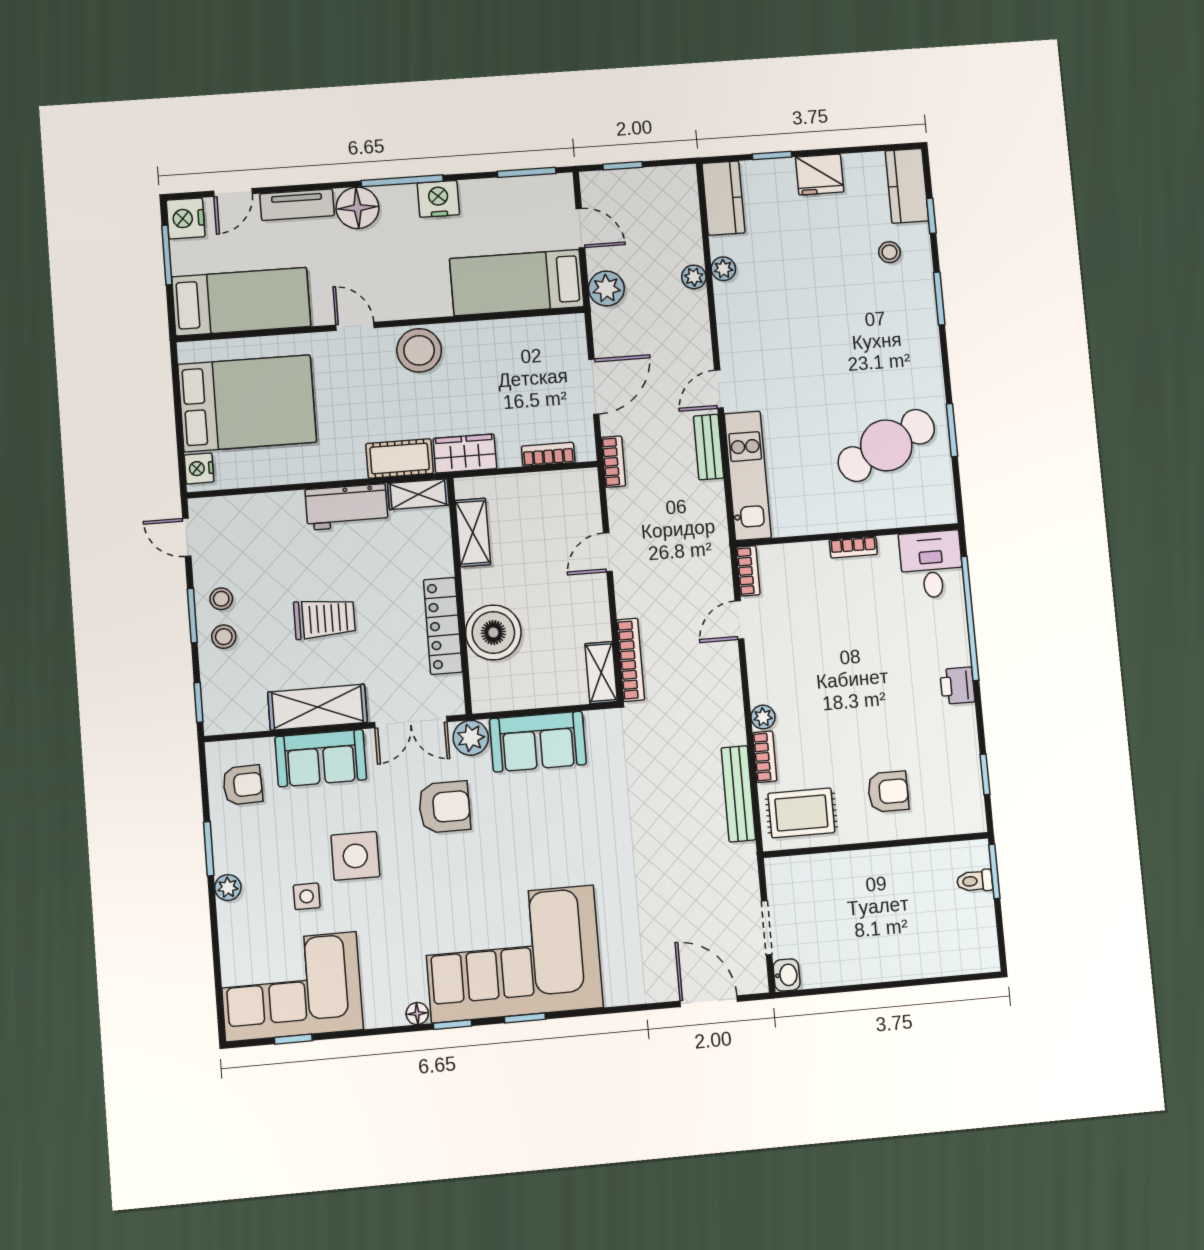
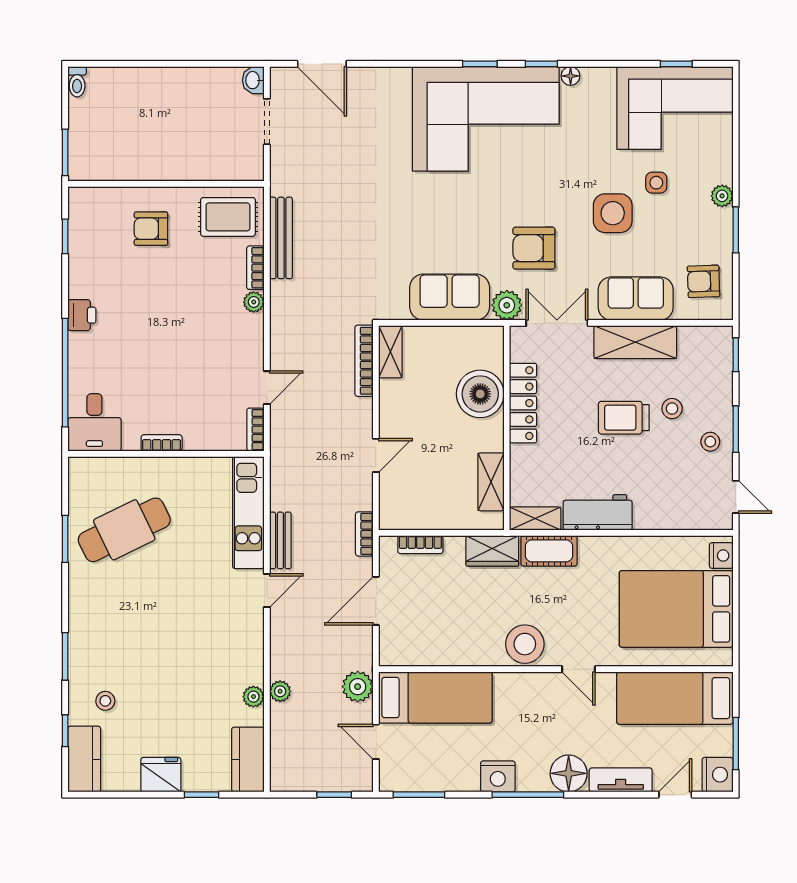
stool: (224, 637) -> (672, 409), moved
toilet: (975, 881) -> (77, 82), moved, turned 90

